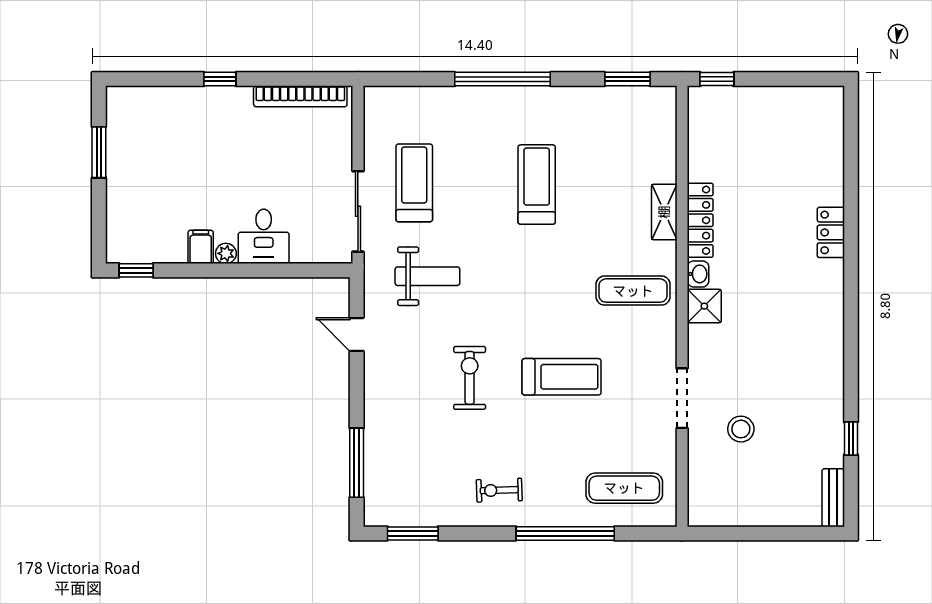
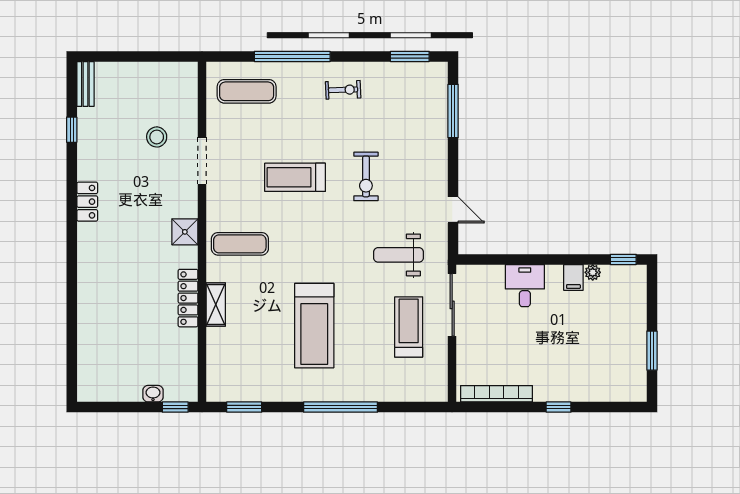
treadmill: (414, 183) -> (409, 327), turned 180
treadmill: (537, 185) -> (314, 326), width x1.37, depth x1.38
locker: (831, 232) -> (87, 202), moved
plant: (226, 253) -> (593, 272), moved
washbasin: (698, 274) -> (153, 394), moved, turned 90

